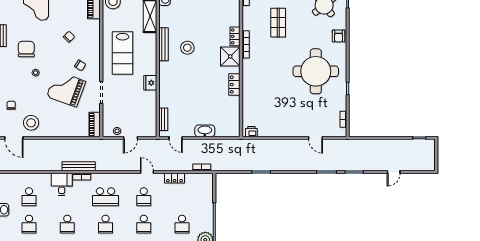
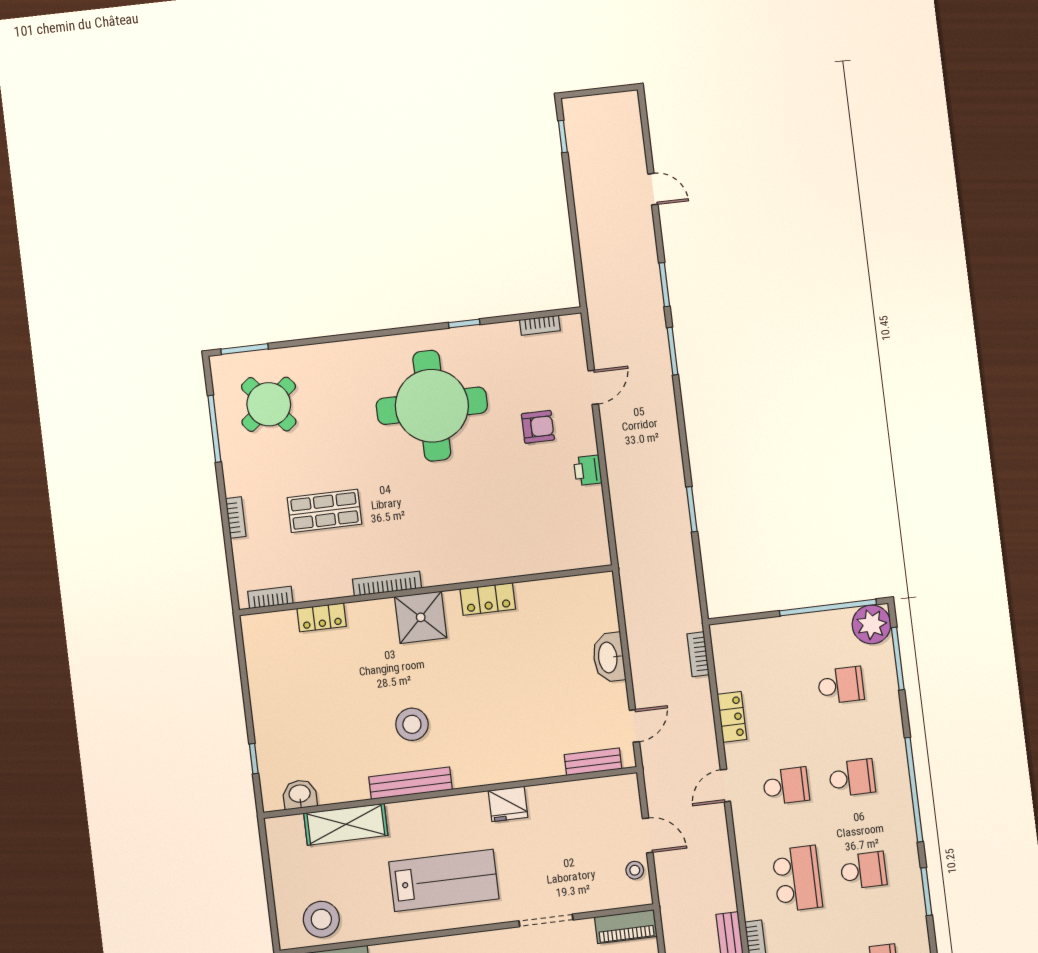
locker: (235, 36) -> (322, 617), moved
armchair: (339, 36) -> (538, 427), moved
printer: (251, 132) -> (588, 470), moved

